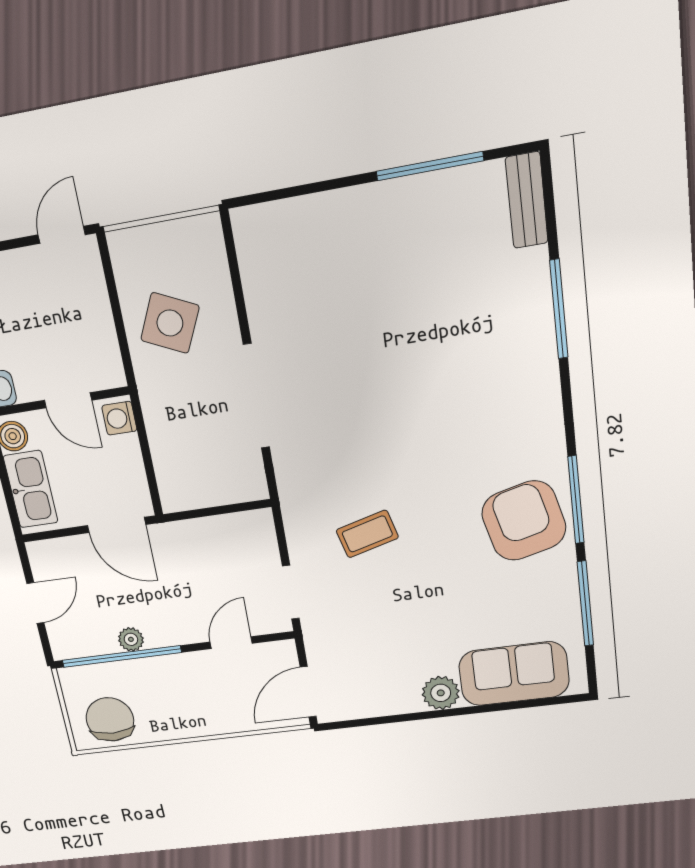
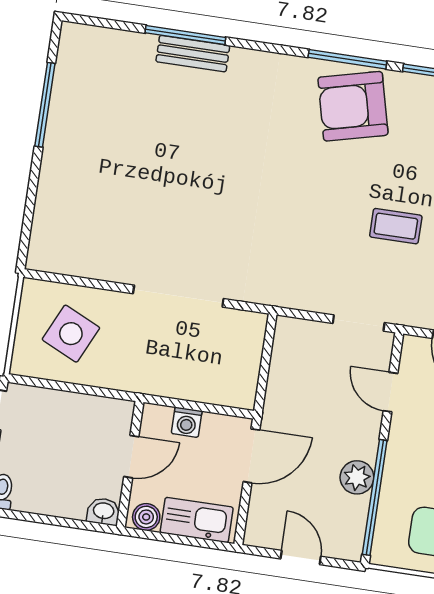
bench: (527, 200) -> (193, 54), moved
side table: (170, 323) -> (71, 334), moved
washing machine: (119, 418) -> (187, 422), moved
coffee table: (367, 534) -> (396, 226), moved, turned -75
plant: (131, 639) -> (357, 477), width x1.38, depth x1.38

